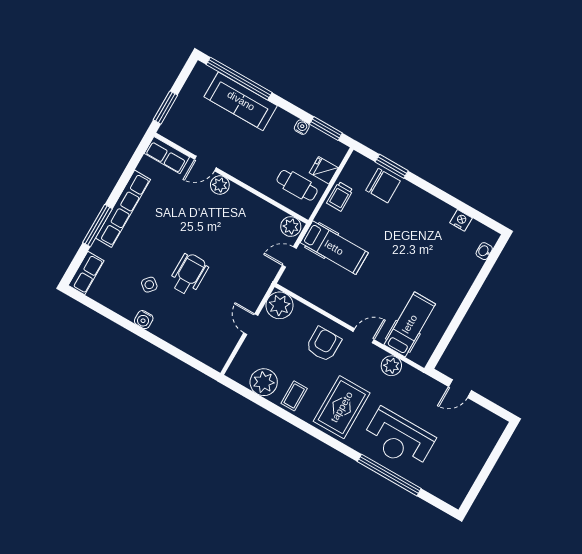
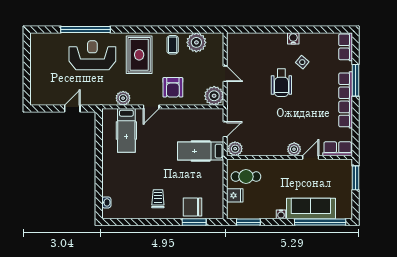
water cooler: (302, 127) -> (281, 214), moved
trolley: (340, 196) -> (158, 199), moved
nightstand: (461, 220) -> (132, 213), removed

